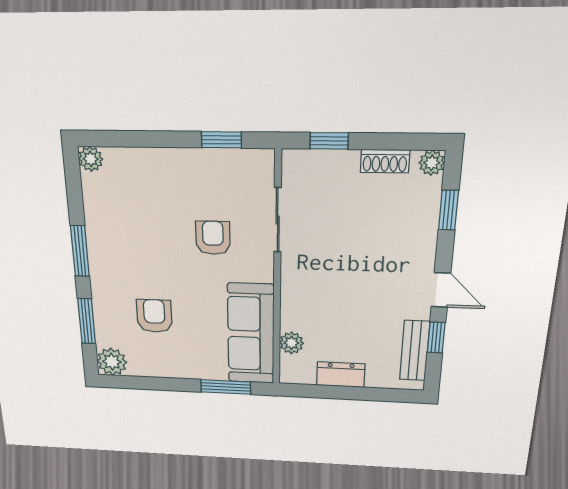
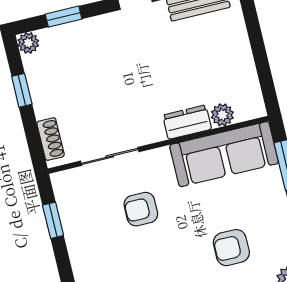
window: (329, 141) -> (22, 90), moved
shoe rack: (385, 161) -> (50, 139), moved
dresser: (341, 375) -> (187, 122), moved, turned 90

